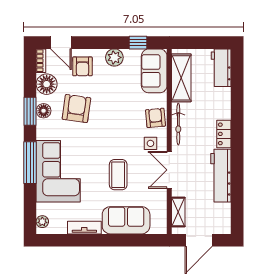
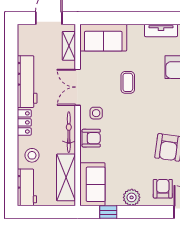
stool: (216, 100) -> (32, 155), added
armchair: (155, 118) -> (91, 138), turned -85
double door: (169, 170) -> (78, 87), swing flipped
coffee table: (118, 175) -> (128, 82), width x0.73, depth x0.77
sofa: (126, 220) -> (103, 38), moved

